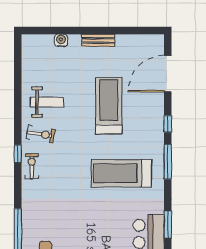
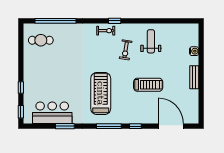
weight bench: (47, 102) -> (151, 41), turned 180
treadmill: (109, 106) -> (148, 85), width x0.73, depth x0.73
exercise bike: (41, 134) -> (126, 50), moved

